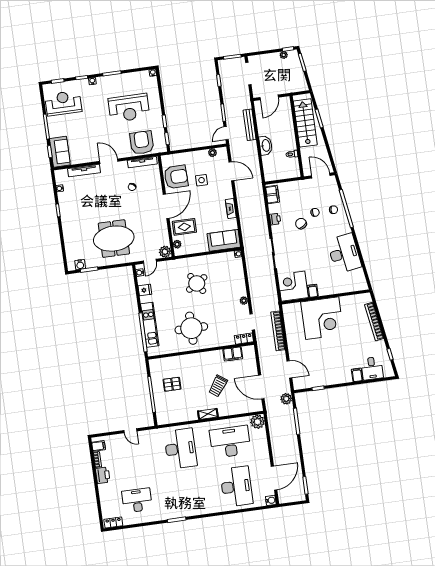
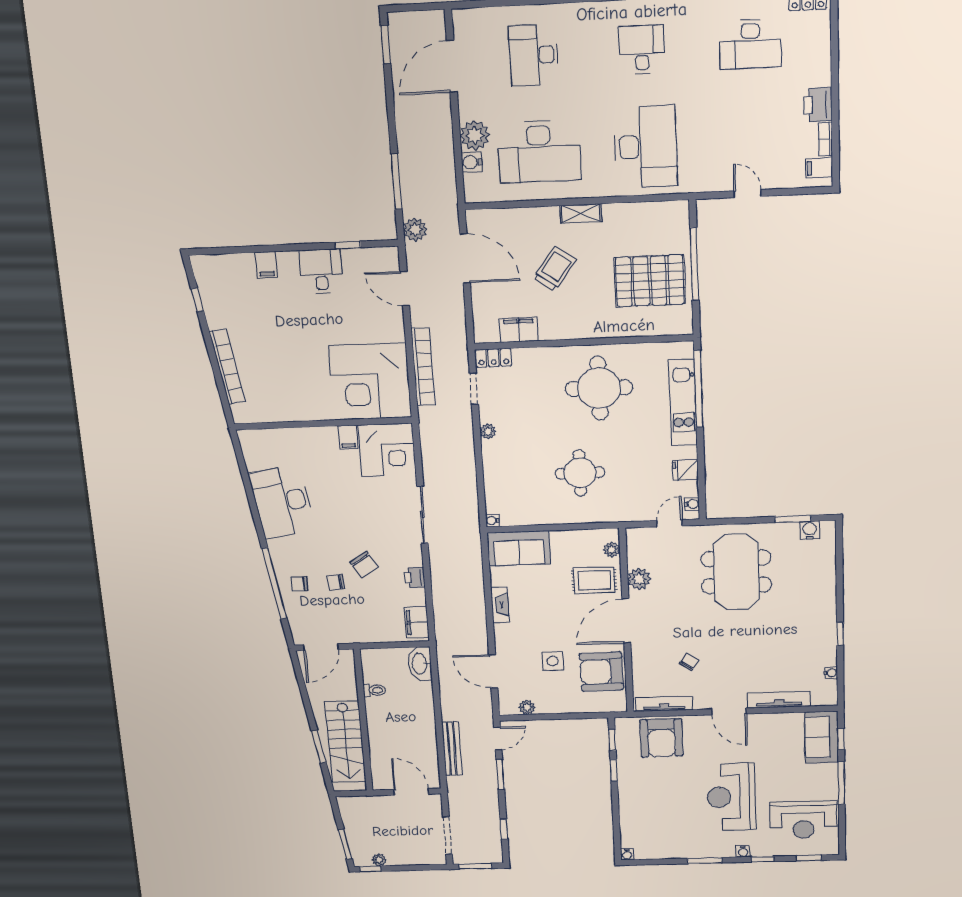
door: (269, 97) -> (411, 792), hinge flipped
reception desk: (129, 108) -> (731, 797), moved, turned -90
washbasin: (266, 145) -> (420, 664), moved
door: (321, 176) -> (321, 647), hinge flipped
meeting table: (114, 239) -> (736, 572), turned 90
plant: (165, 252) -> (639, 579), moved
round table: (197, 283) -> (580, 473), turned 32
corner desk: (322, 318) -> (370, 382), moved, turned -90
desk: (372, 368) -> (321, 271), moved
pallet: (172, 384) -> (650, 281), width x2.05, depth x2.00
plant: (257, 422) -> (475, 135), moved
desk: (180, 449) -> (646, 147), turned 180
desk: (236, 487) -> (534, 55), width x0.73, depth x0.77
desk: (187, 493) -> (642, 50), added
water cooler: (271, 500) -> (472, 162), moved

